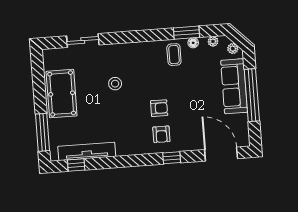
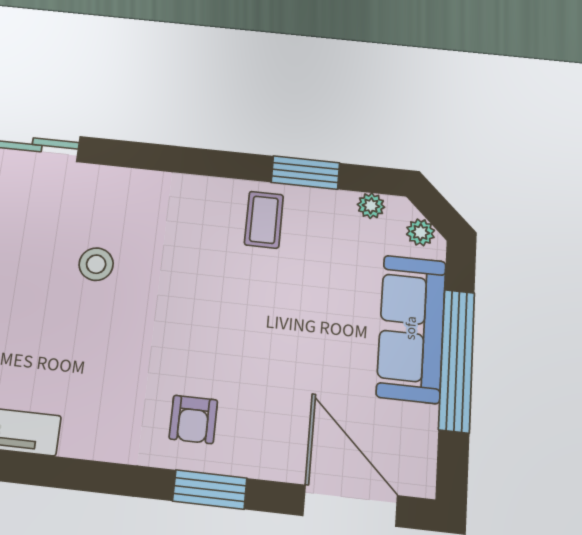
floor lamp: (193, 43) -> (319, 200), removed
armchair: (159, 108) -> (200, 348), removed
window: (172, 158) -> (210, 490), width x1.50

